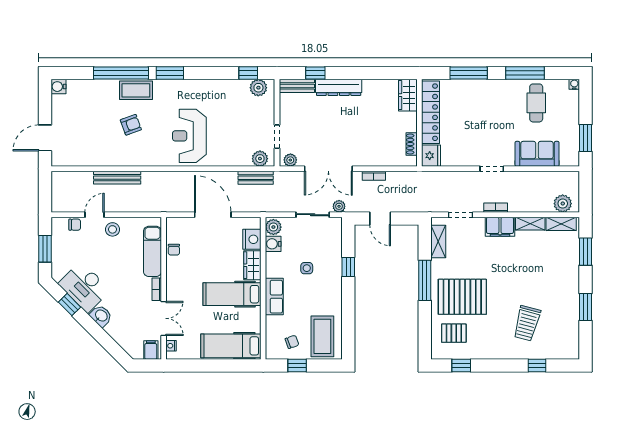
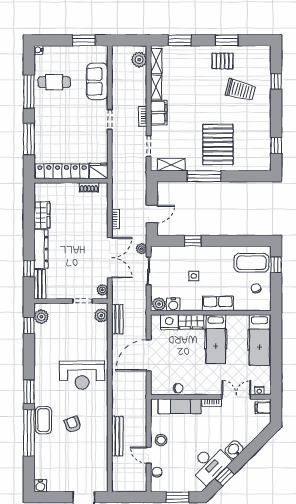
wardrobe: (408, 95) -> (42, 215), moved, turned -90
pallet: (454, 333) -> (223, 61), moved, turned 90
window: (297, 366) -> (276, 265), moved

